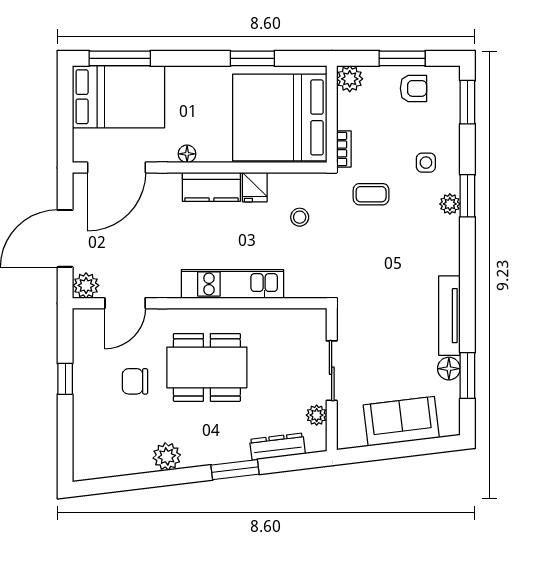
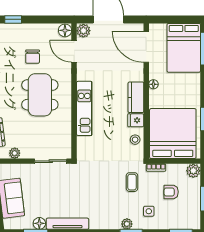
armchair: (413, 88) -> (171, 192), moved, turned 90
stool: (300, 217) -> (135, 140), moved
floor lamp: (86, 320) -> (65, 30), added
sliding door: (332, 371) -> (51, 161), moved
window: (65, 379) -> (13, 19), moved
chair: (135, 381) -> (33, 57), turned 180

